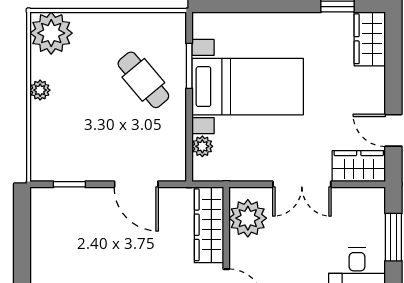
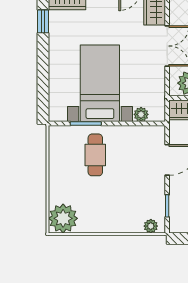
cafe table: (143, 80) -> (95, 155), turned -50
plant: (40, 90) -> (151, 226), moved

